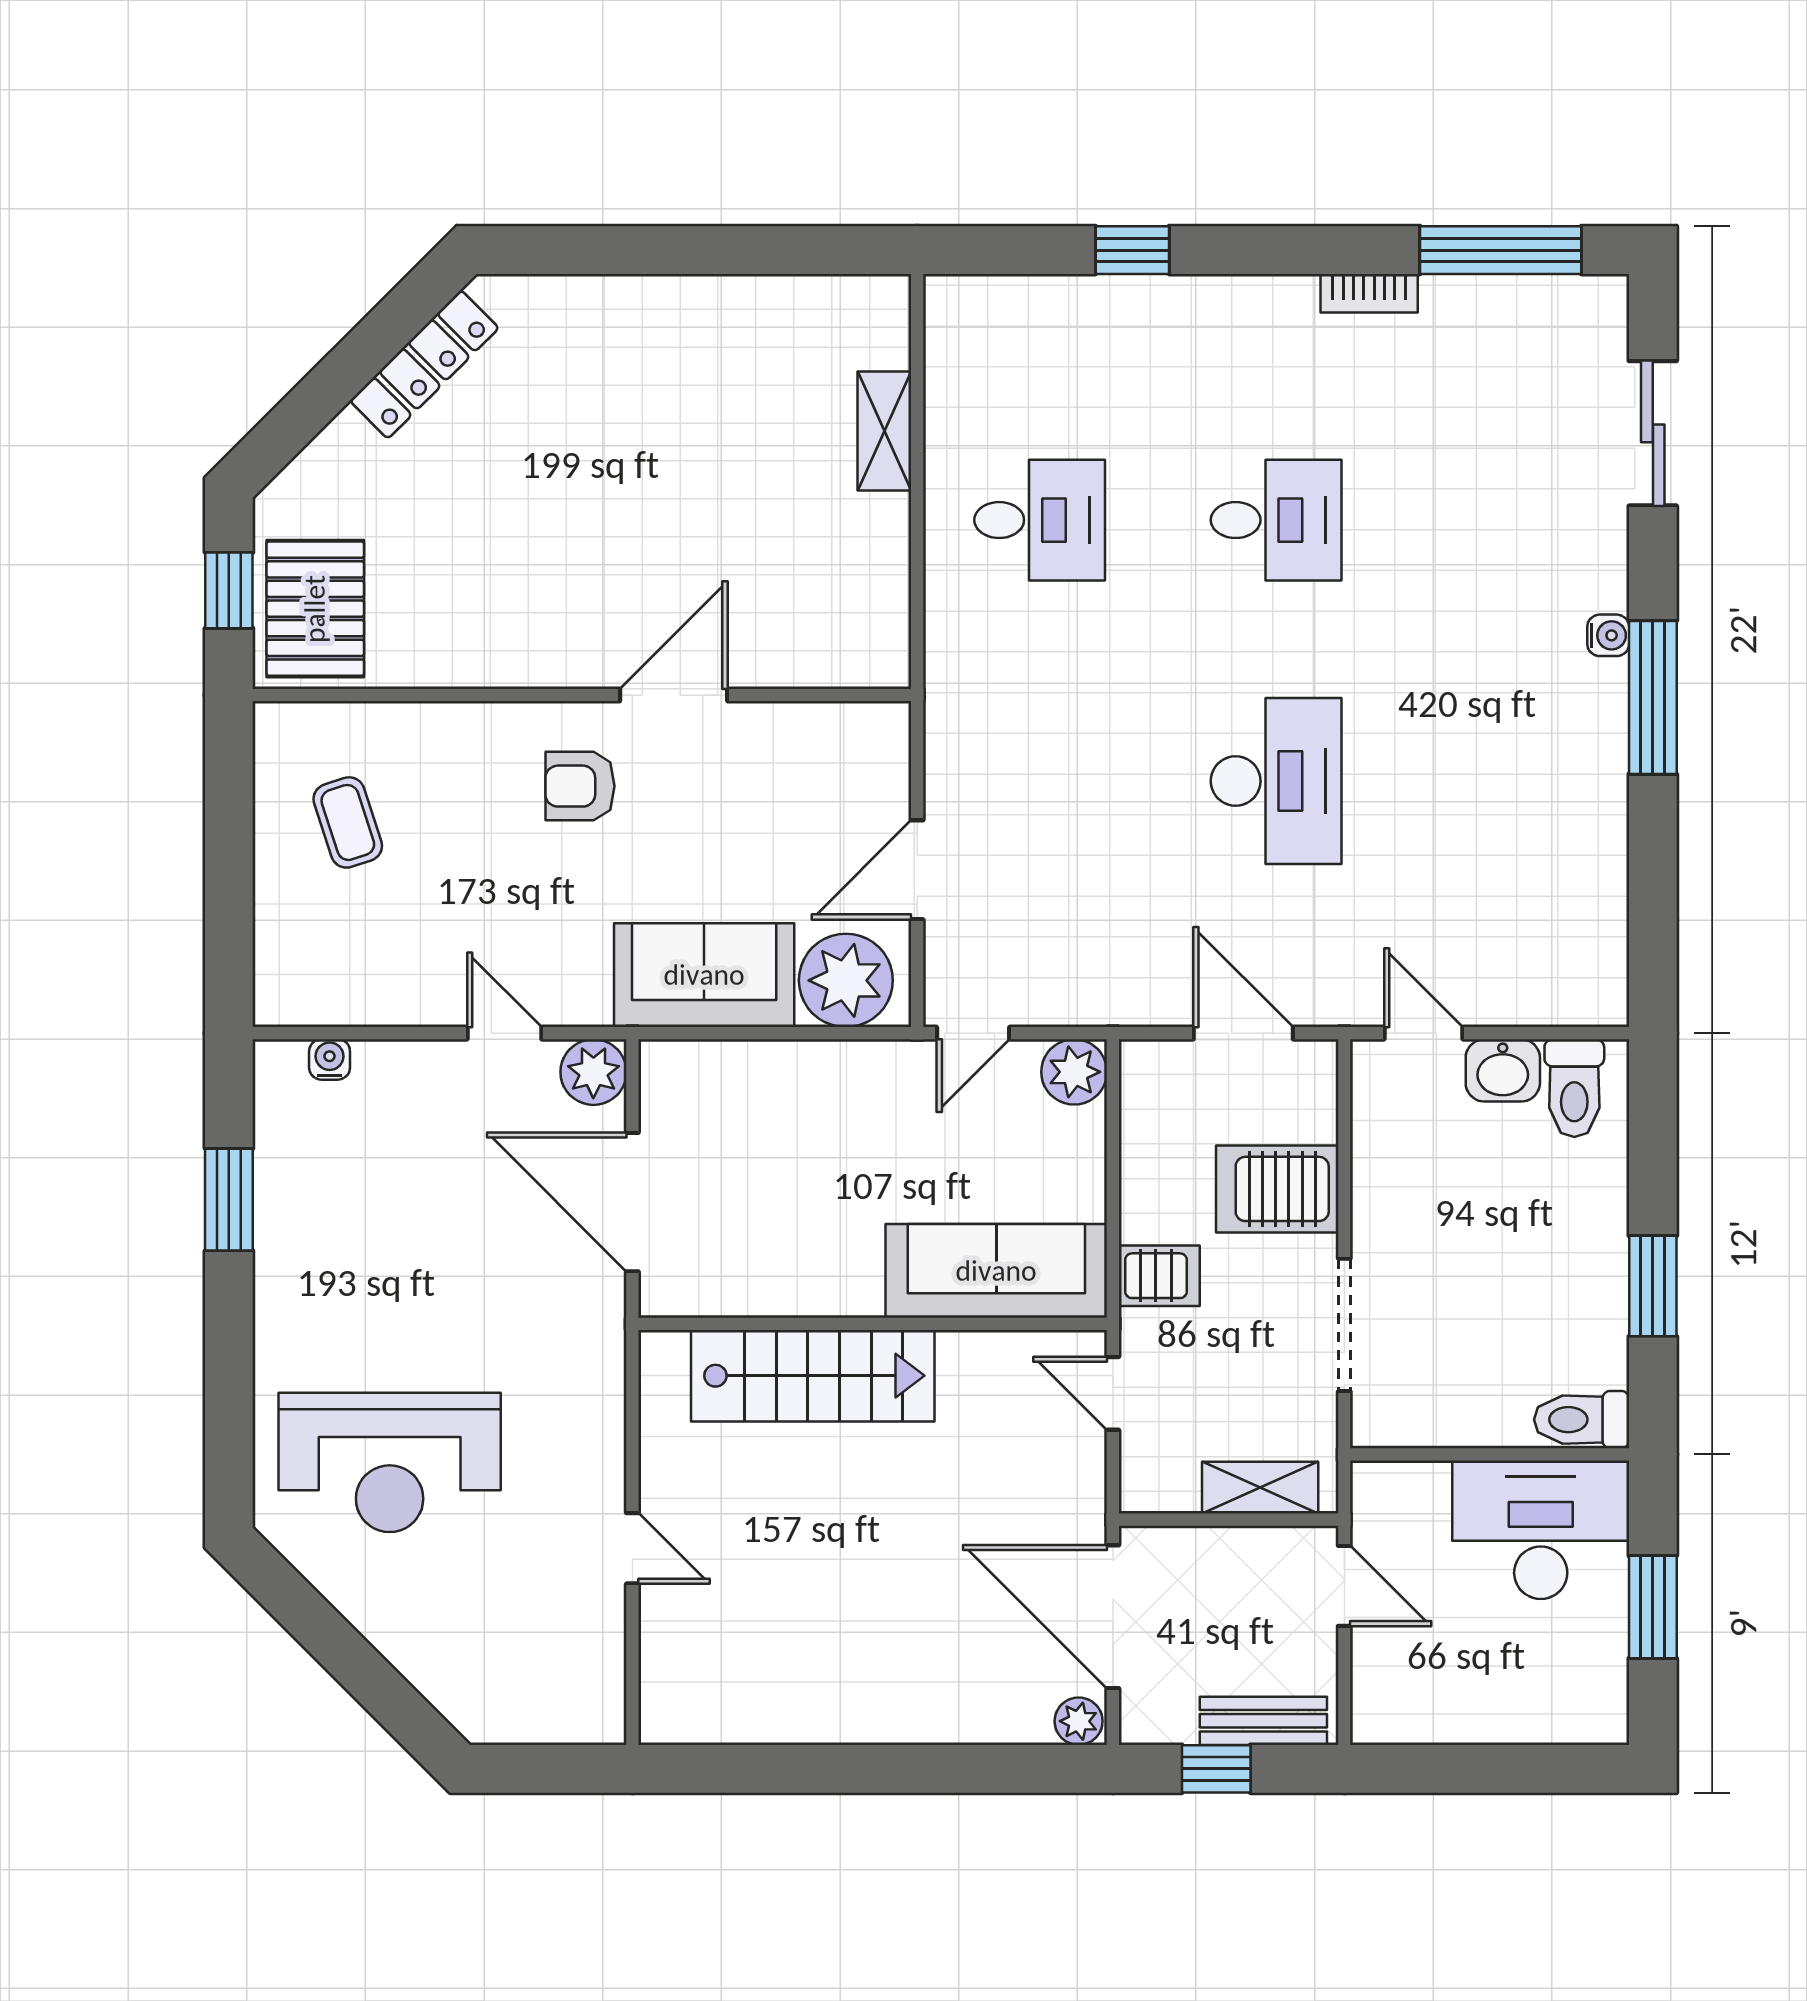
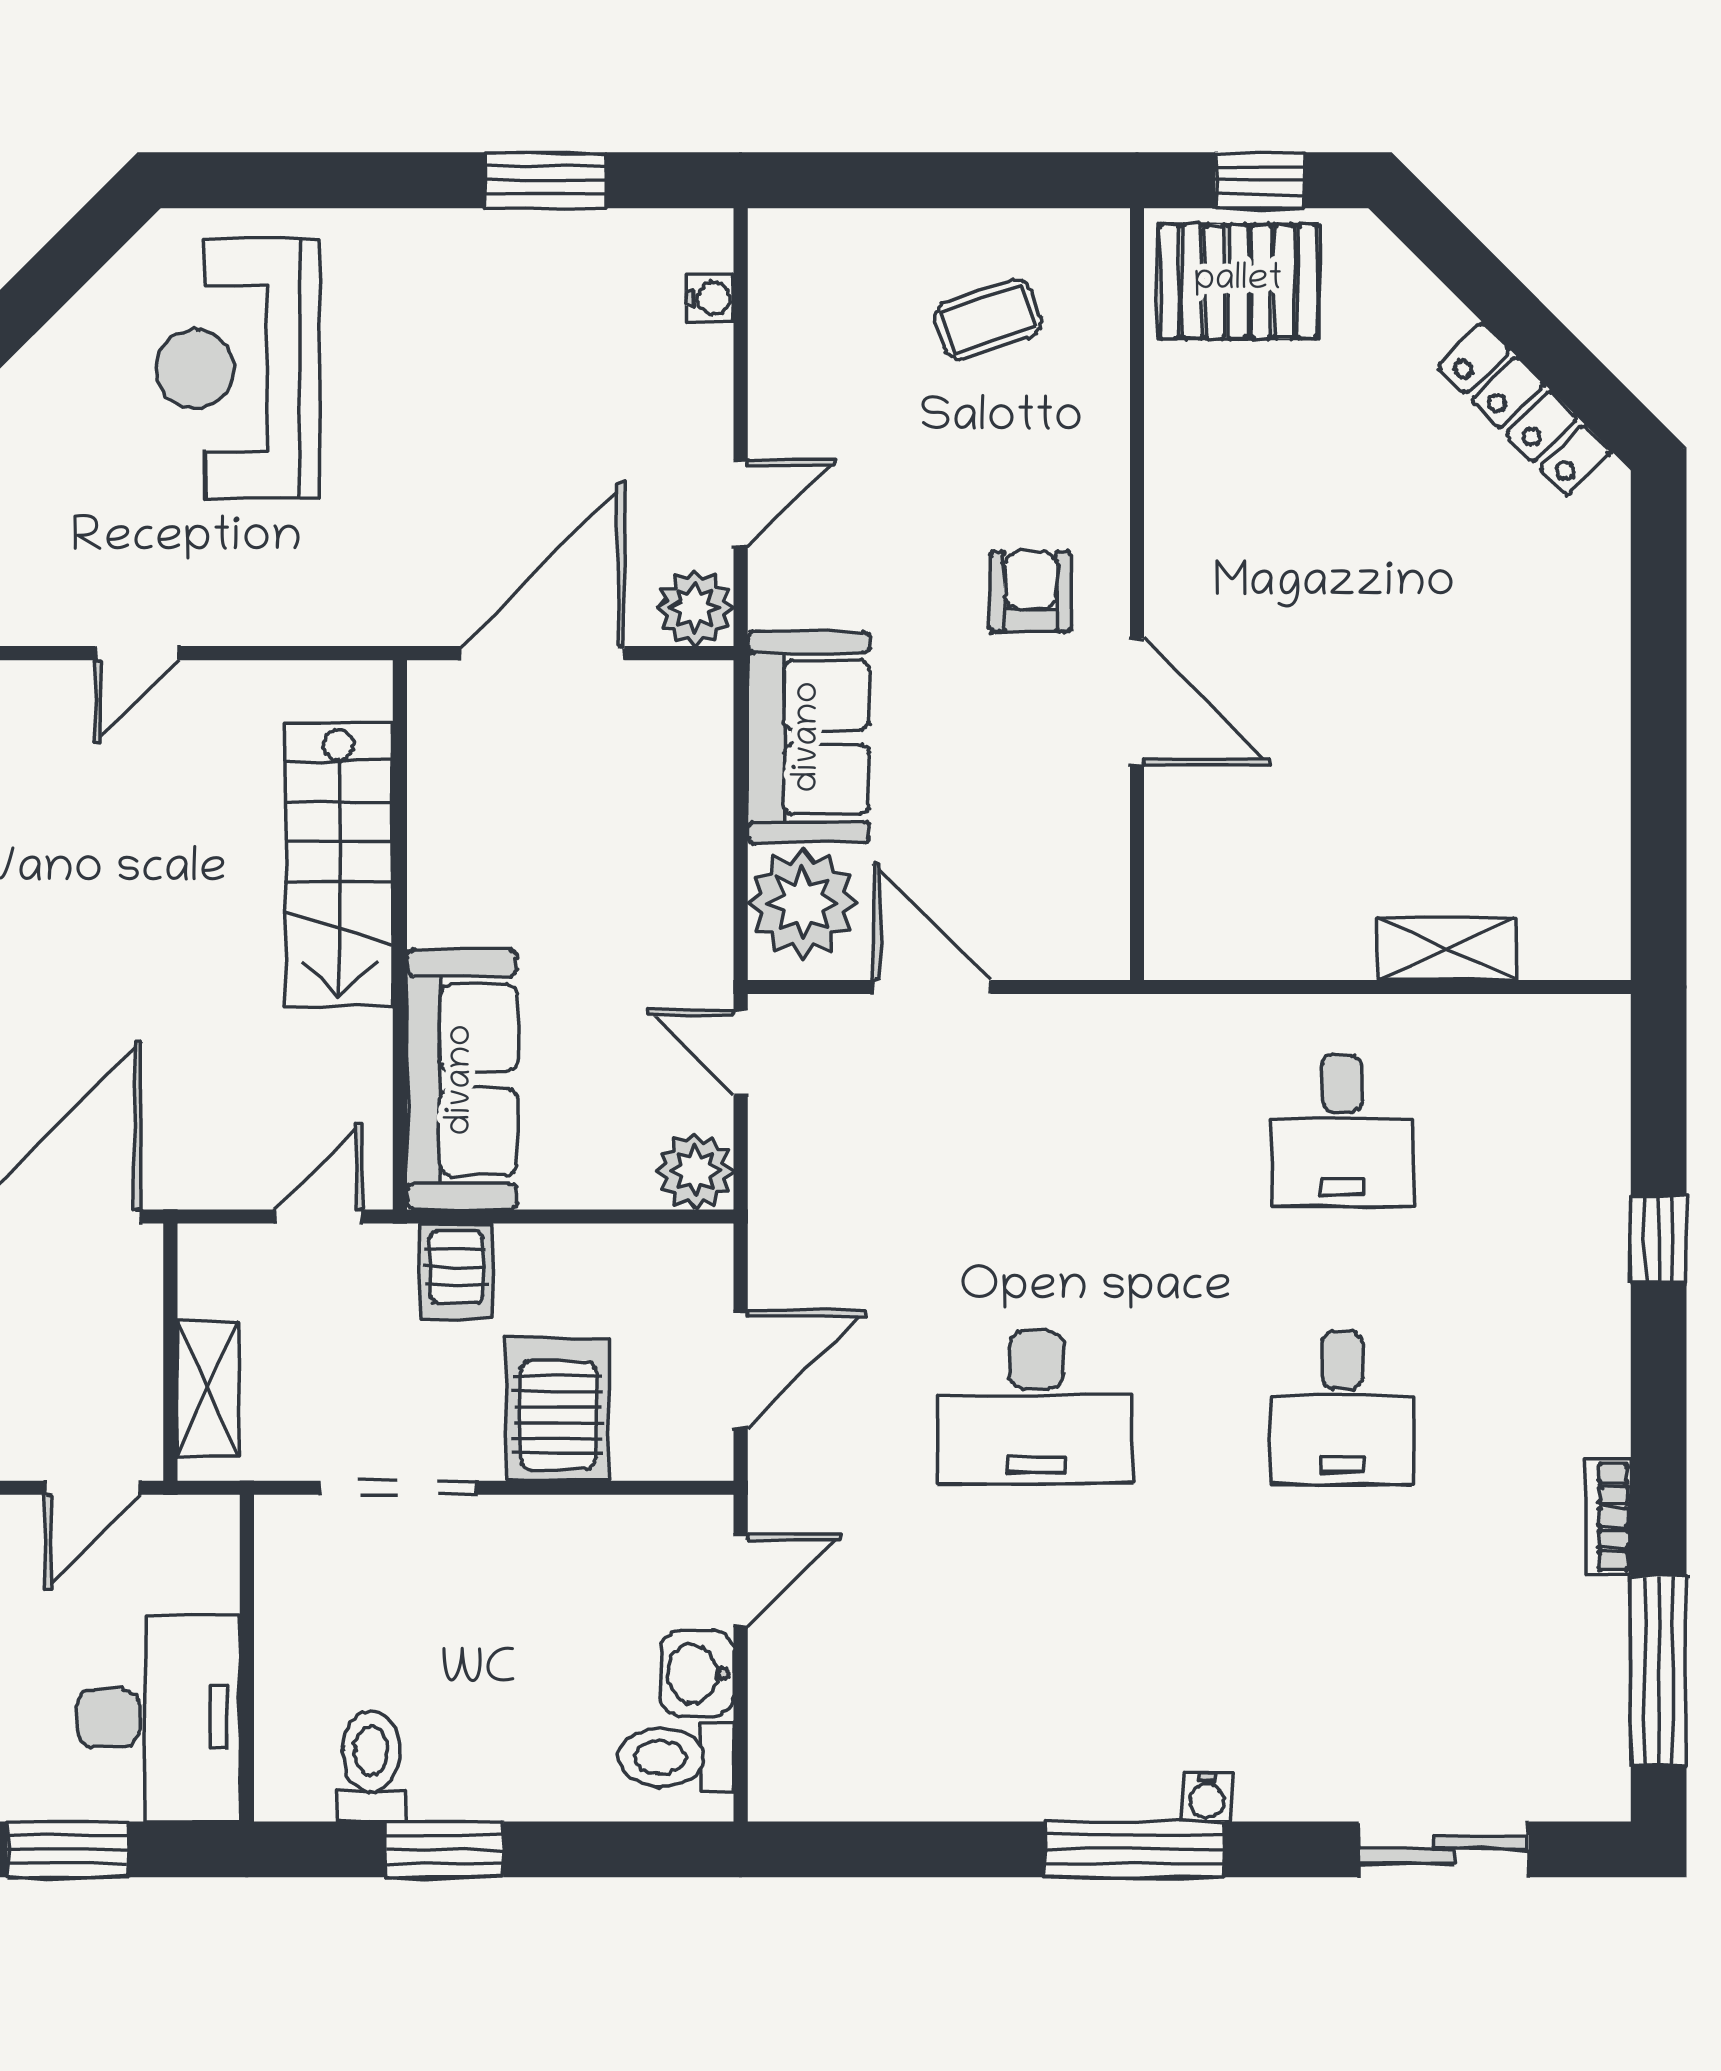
toilet: (1582, 1420) -> (371, 1766), moved

